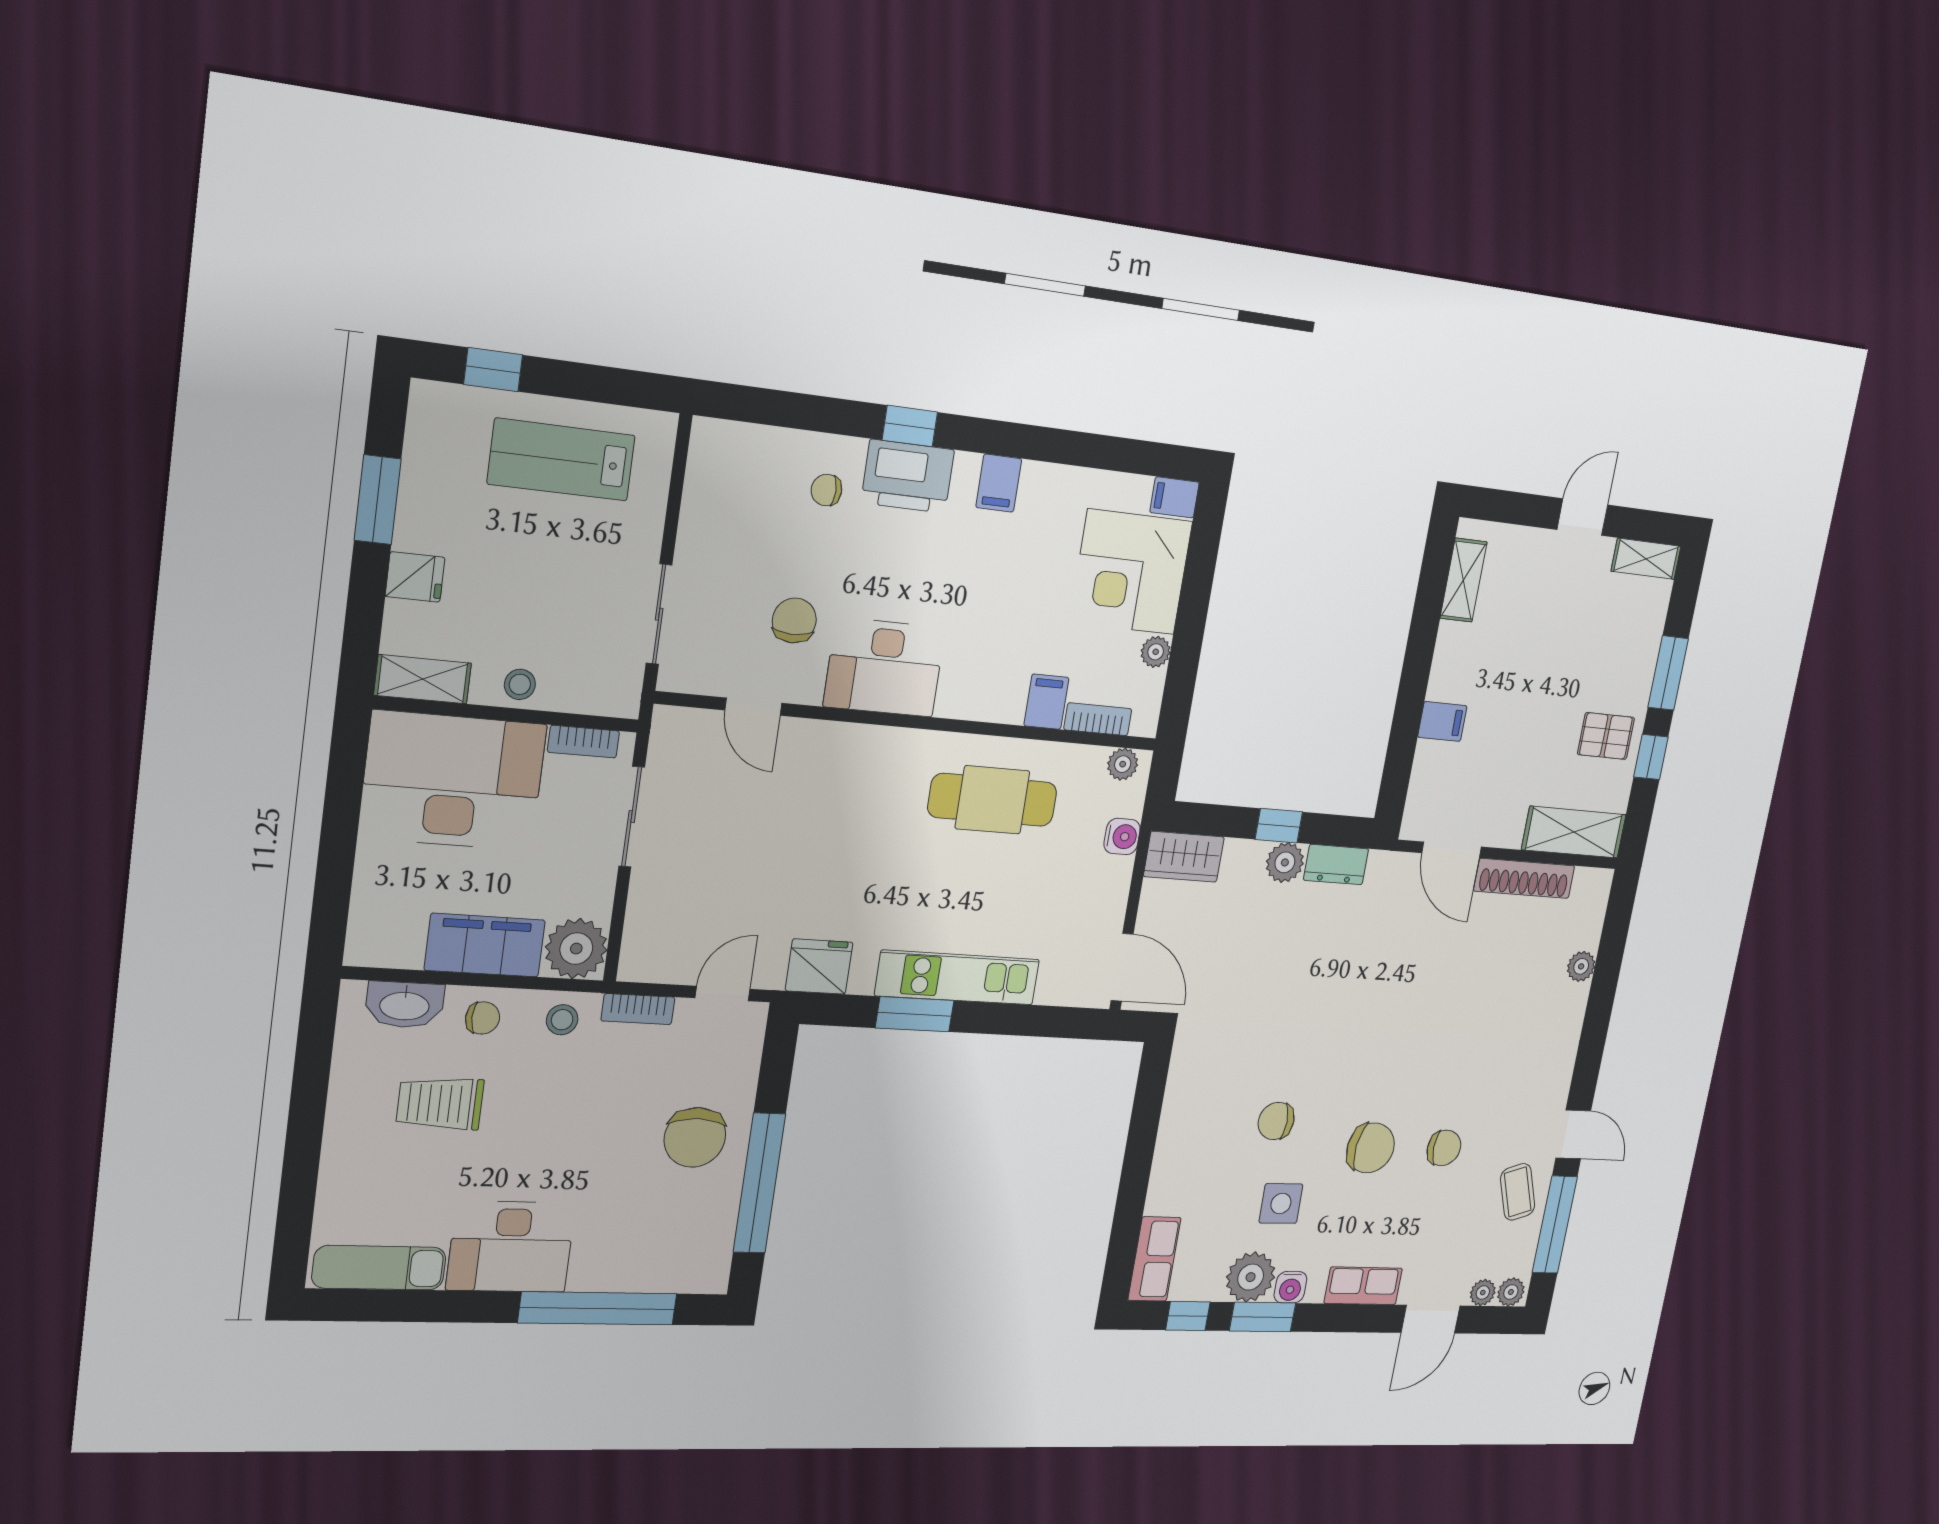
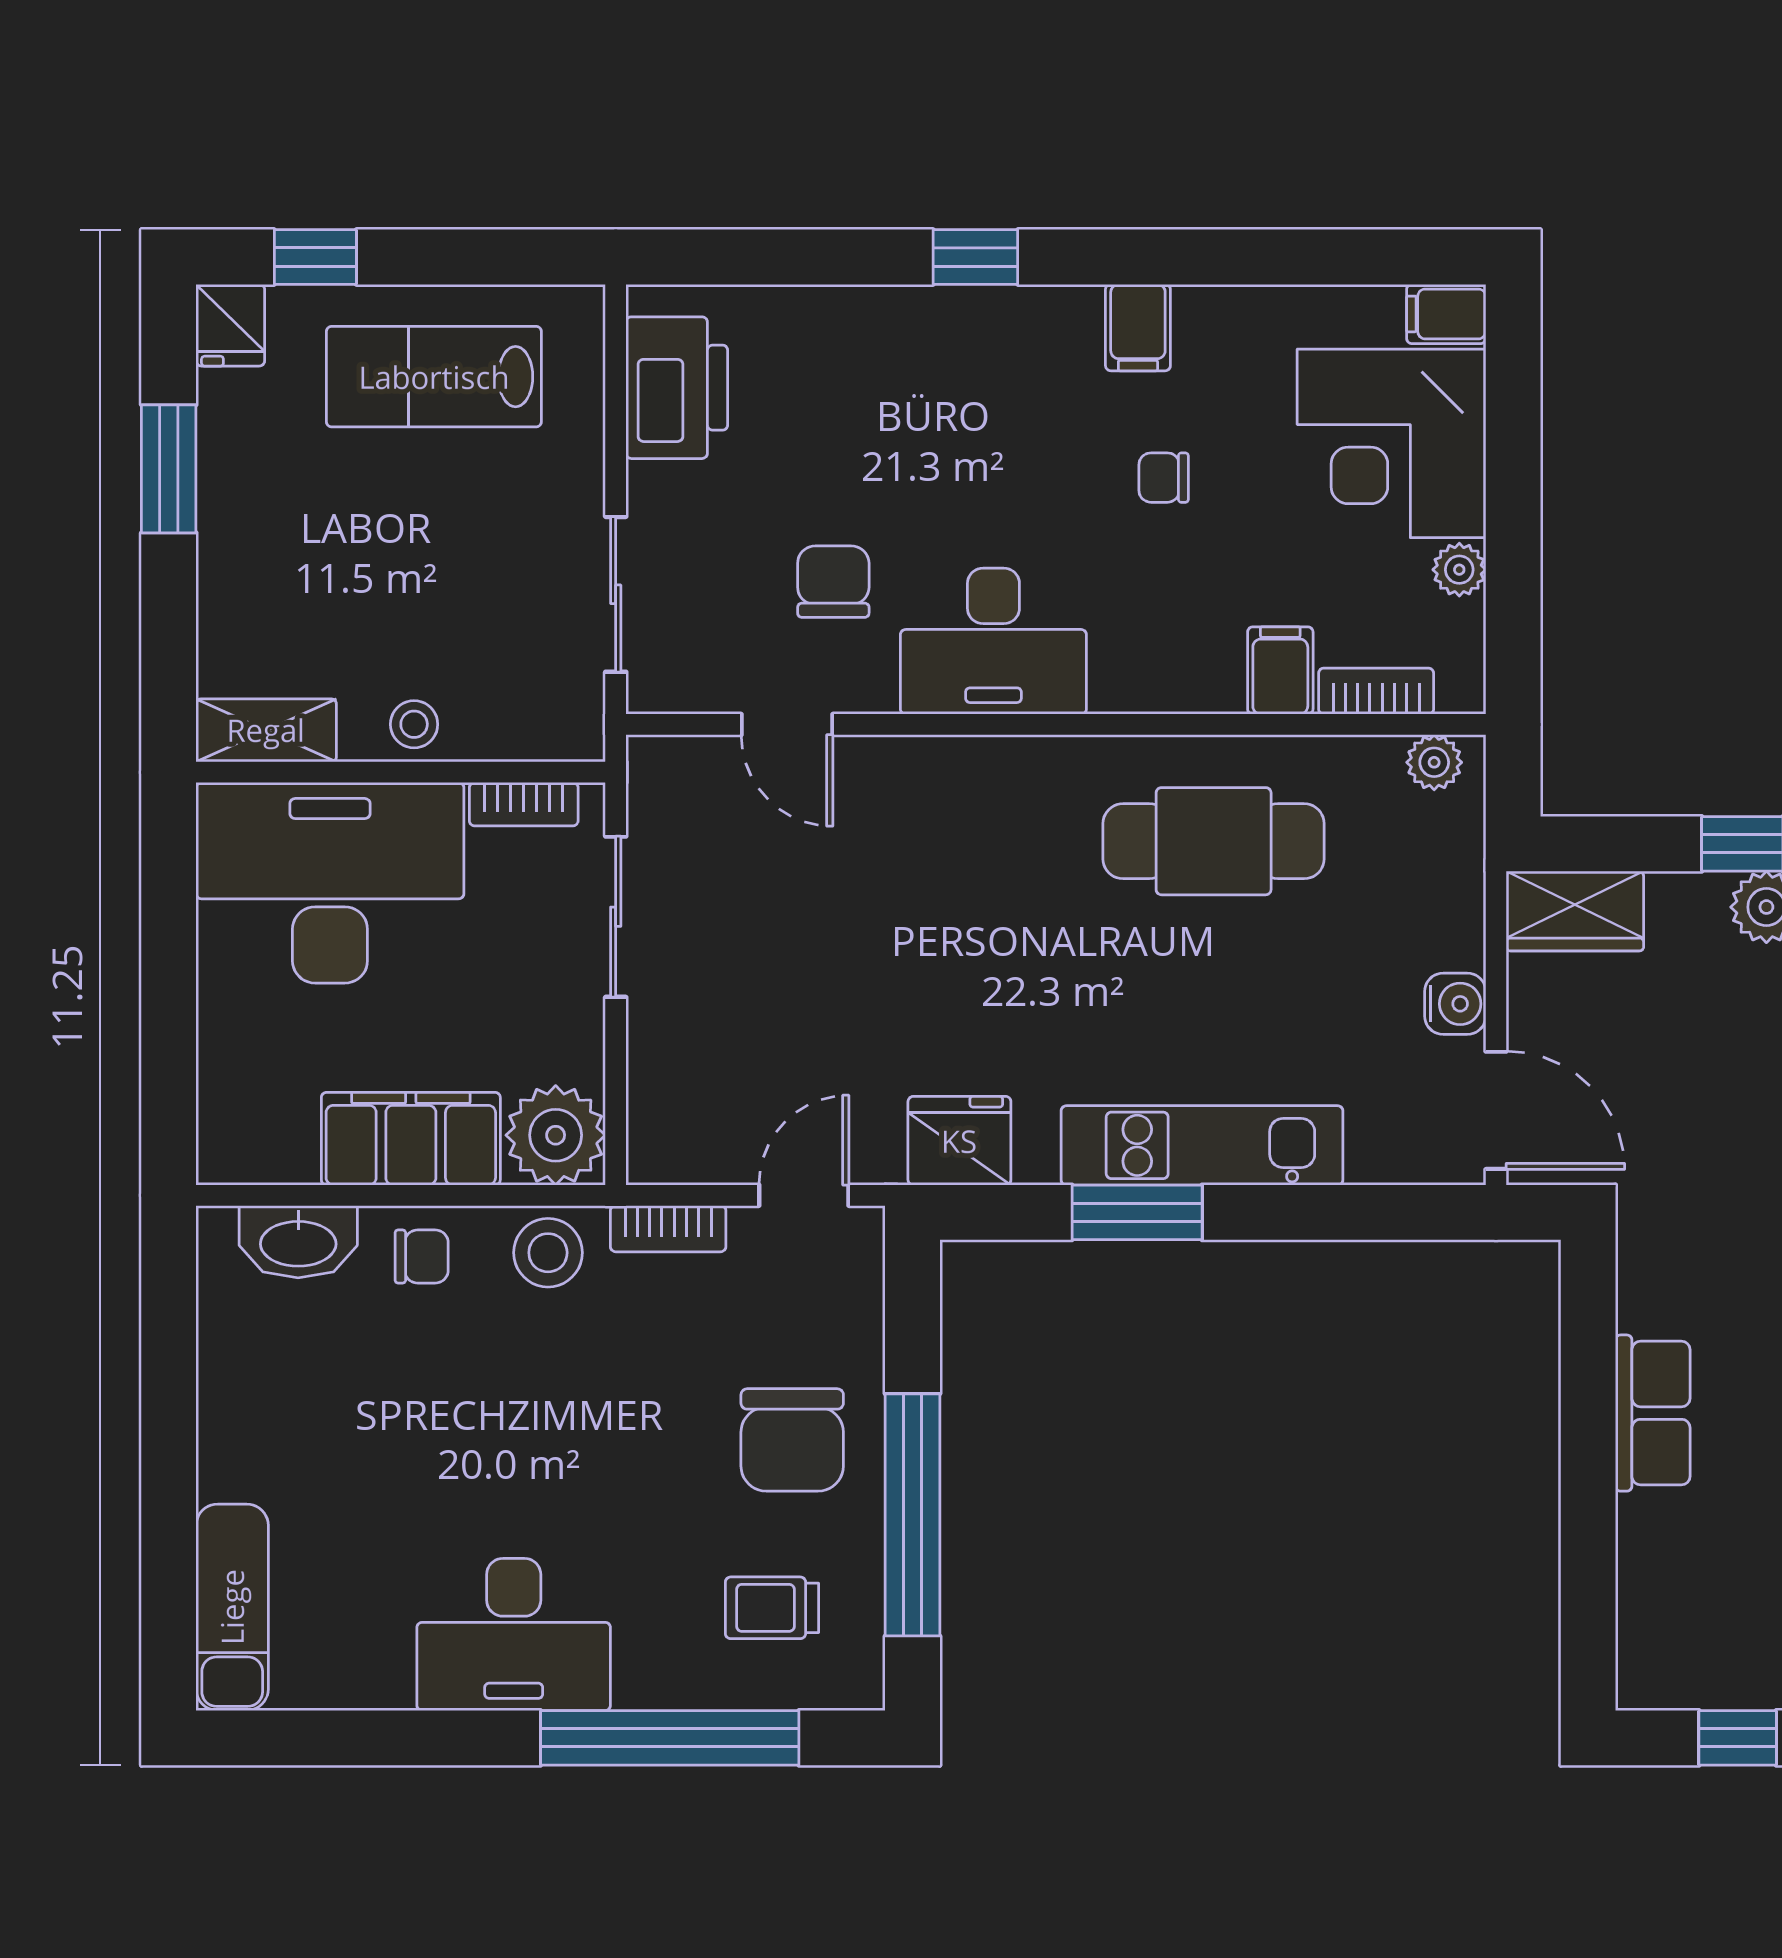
printer: (908, 476) -> (677, 388), moved, turned -90
chair: (826, 490) -> (1164, 478), moved
fridge: (415, 577) -> (230, 325), moved, turned 90
water cooler: (1122, 836) -> (1455, 1004), moved
stool: (562, 1020) -> (548, 1253), width x1.37, depth x1.37
trolley: (440, 1103) -> (772, 1608), moved, width x0.73, depth x0.72
row of seats: (1154, 1259) -> (1653, 1413), moved
exam couch: (379, 1268) -> (232, 1607), moved, turned 90

